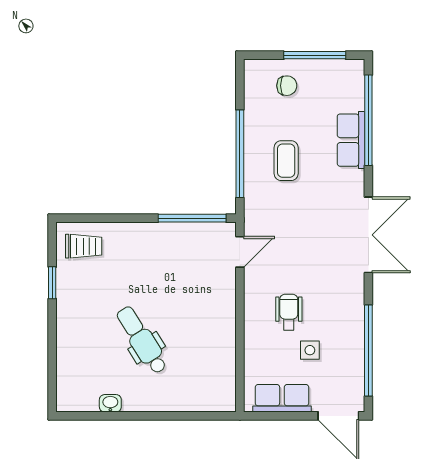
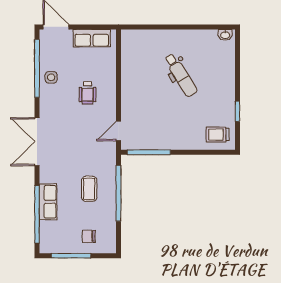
side table: (310, 350) -> (51, 77), moved
washbasin: (110, 403) -> (225, 35), moved

